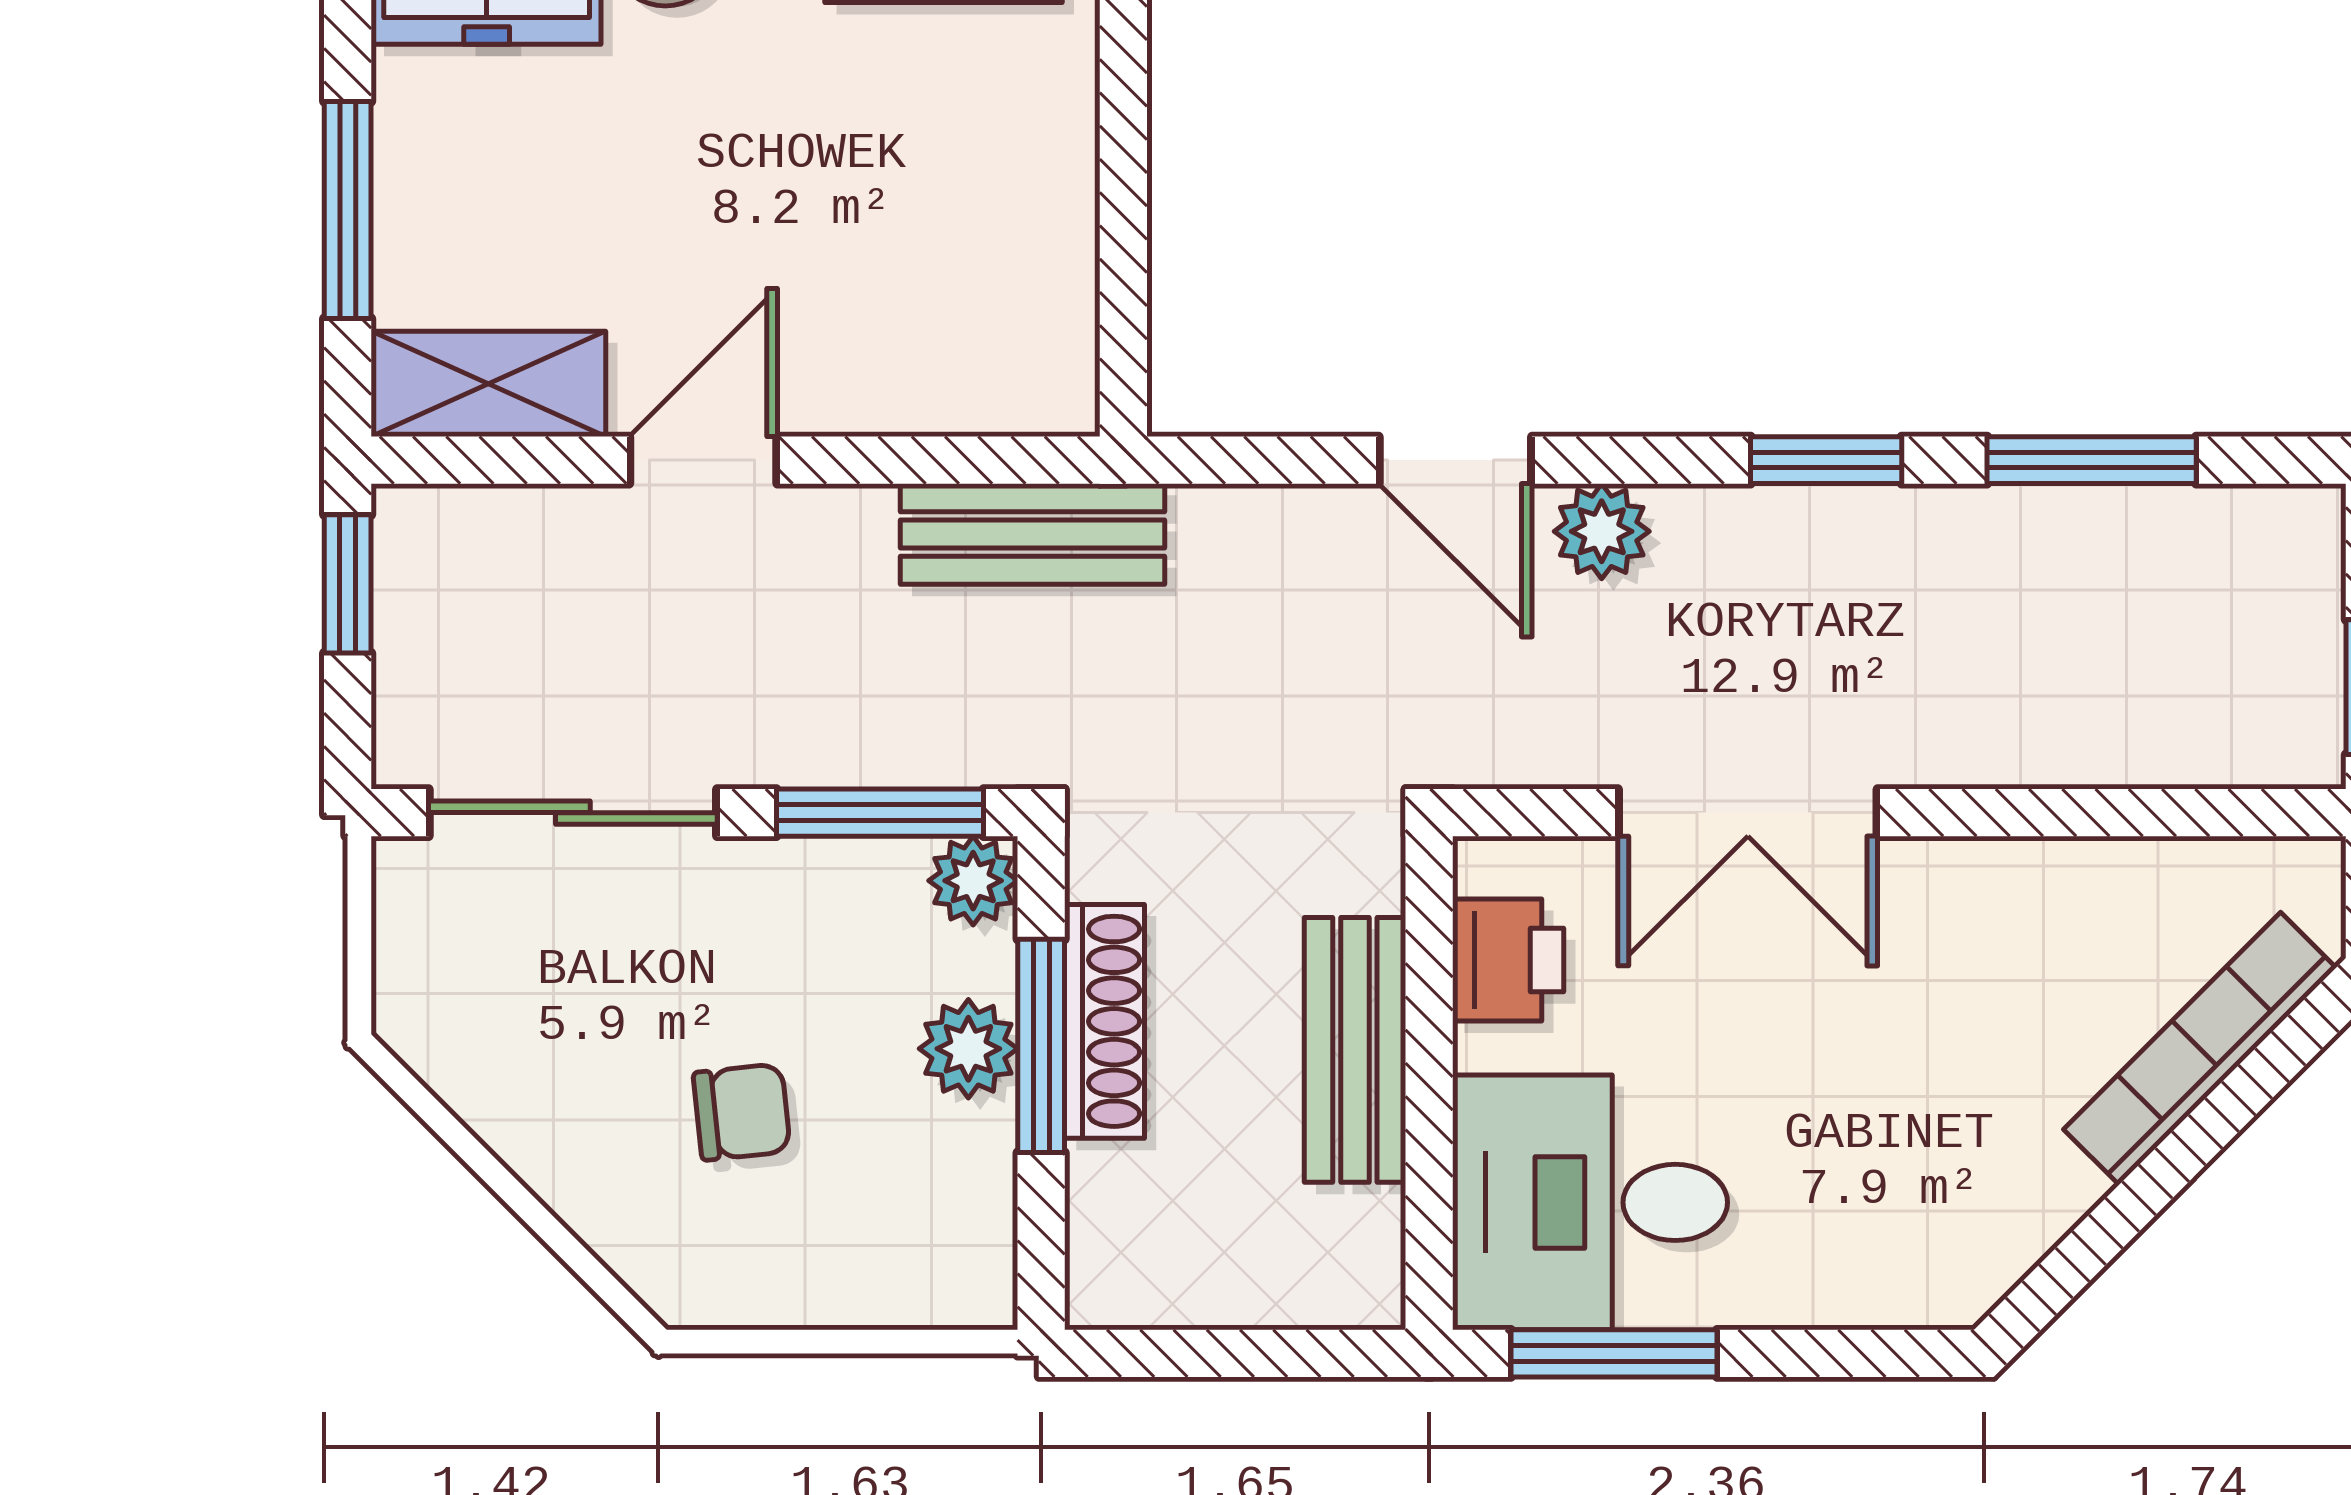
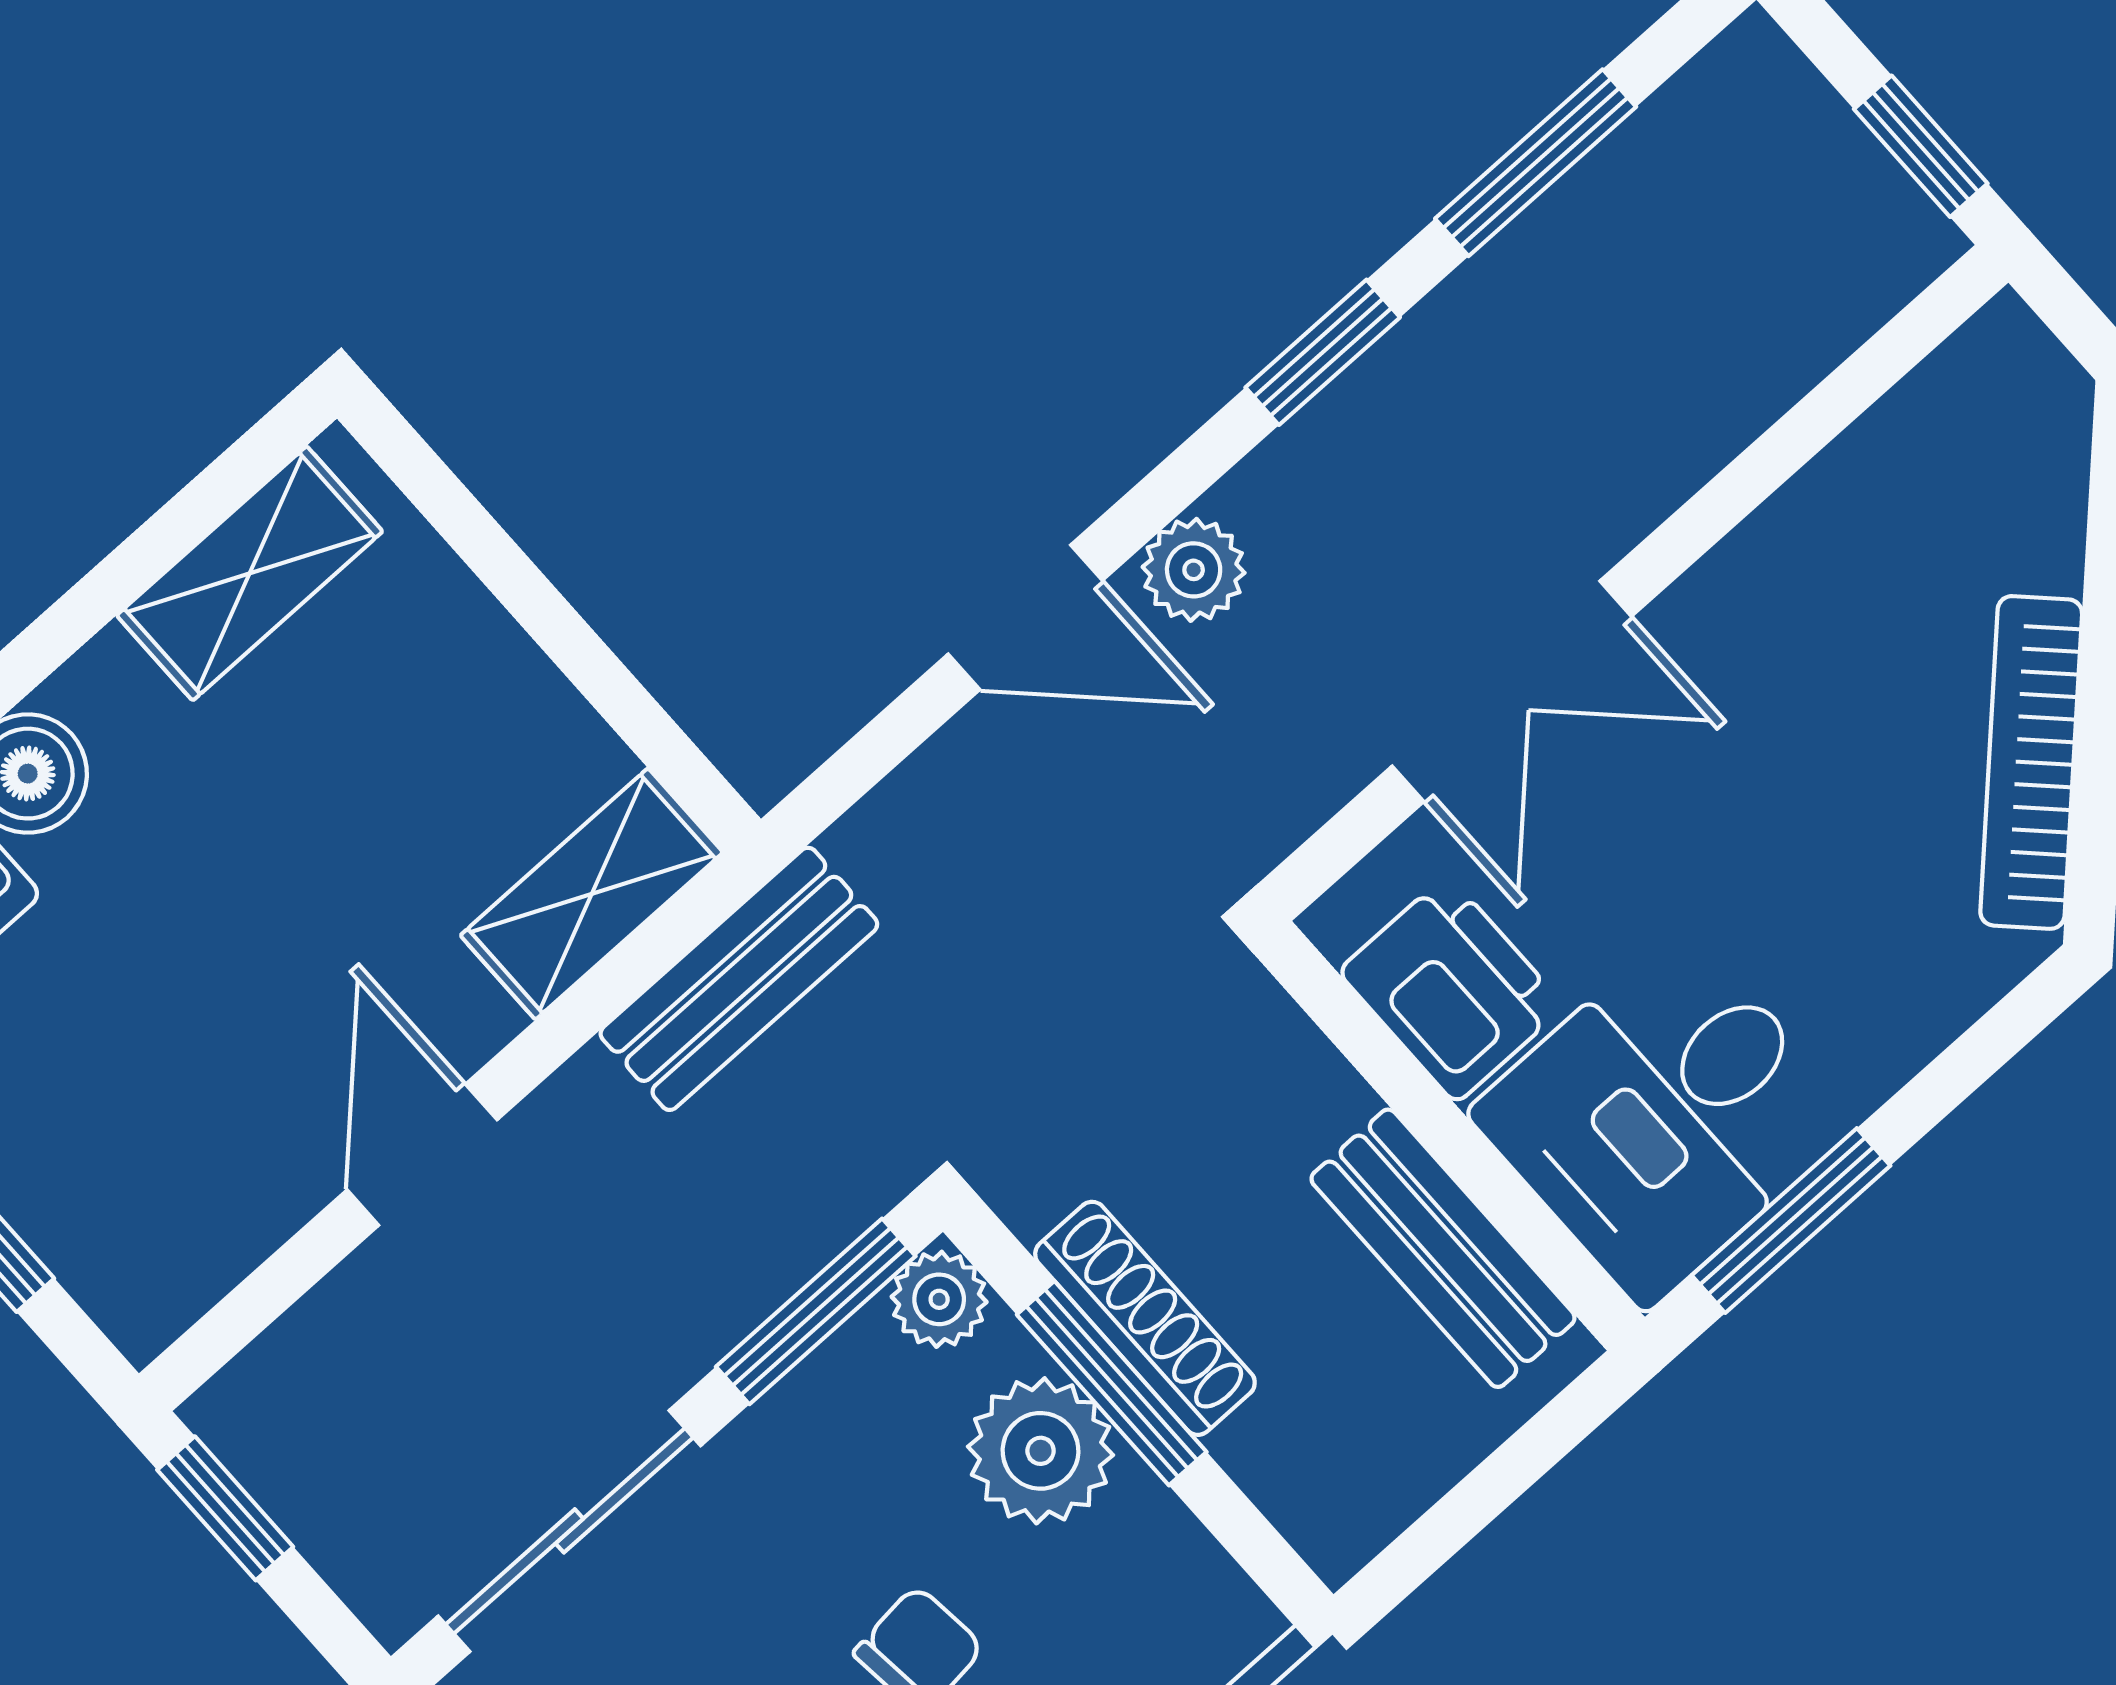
shelving: (488, 384) -> (592, 894), moved
printer: (1508, 960) -> (1452, 989), width x1.36, depth x1.24
plant: (968, 1049) -> (1041, 1451), width x1.38, depth x1.38
bookcase: (2200, 1049) -> (2031, 762), moved
bench: (1355, 1050) -> (1443, 1248), moved

